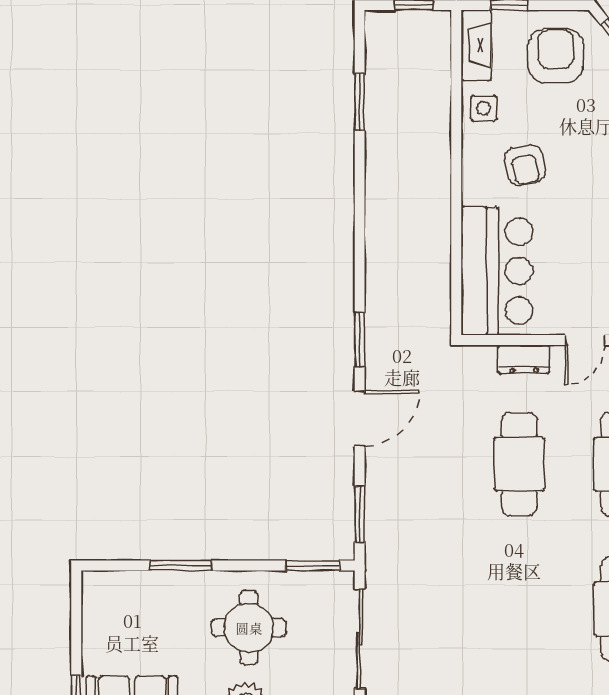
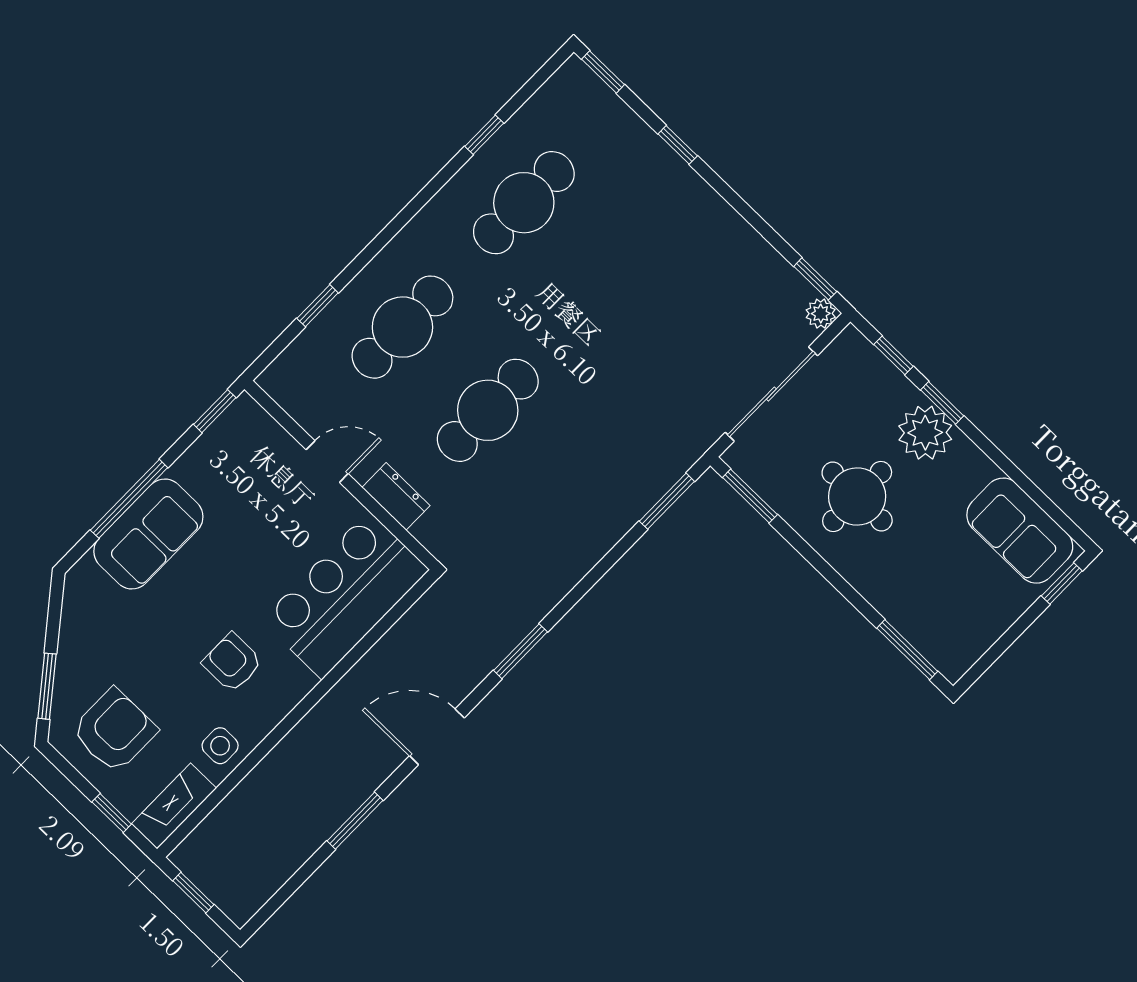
armchair: (556, 56) -> (114, 731), turned 180
window: (360, 102) -> (355, 821), moved
armchair: (525, 165) -> (232, 663), turned -79
door: (360, 418) -> (437, 737), moved
window: (181, 565) -> (907, 650), moved

